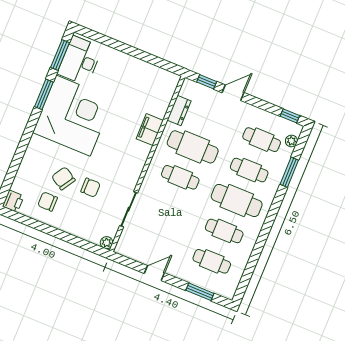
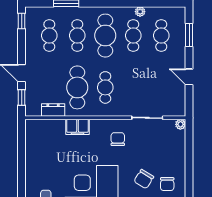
plant: (291, 141) -> (140, 12), moved
chair: (91, 188) -> (118, 139), moved

